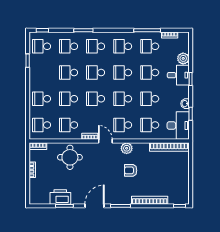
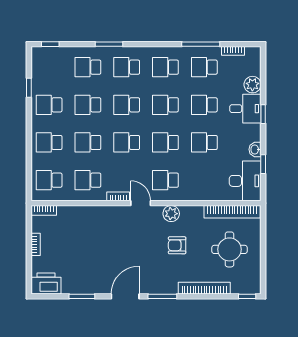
school desk: (42, 46) -> (49, 105), moved
school desk: (150, 125) -> (204, 180), removed
round table: (70, 157) -> (229, 249), moved
printer: (60, 197) -> (46, 283), moved

